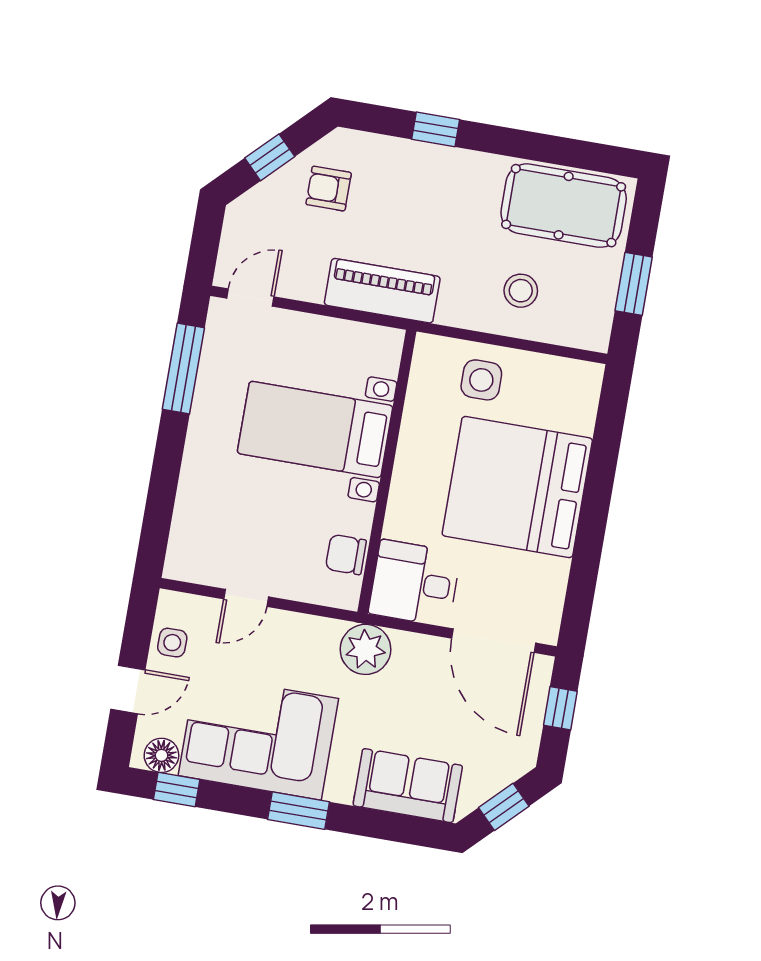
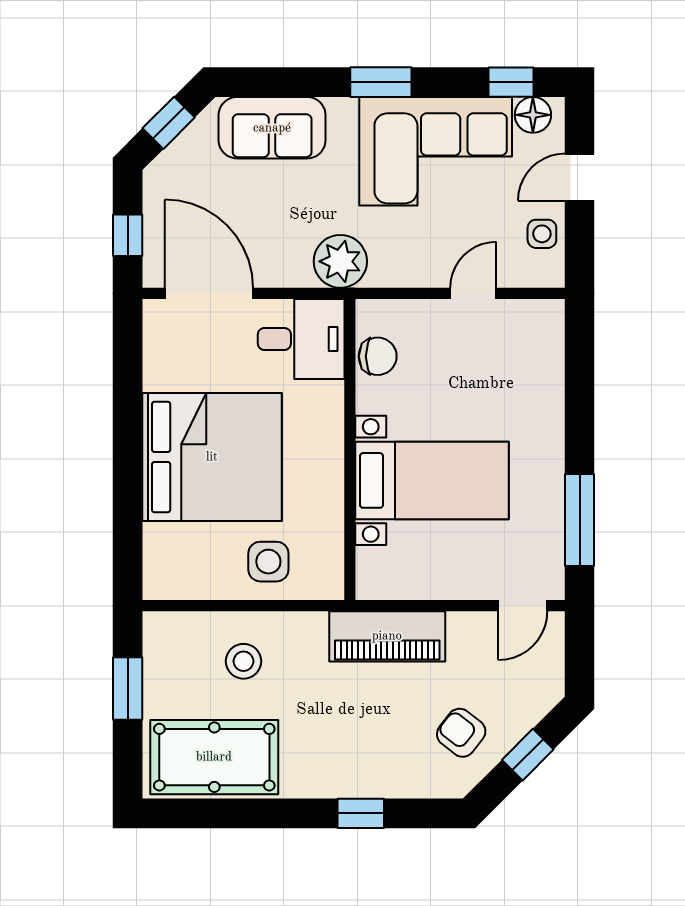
armchair: (329, 189) -> (461, 733), turned -142

